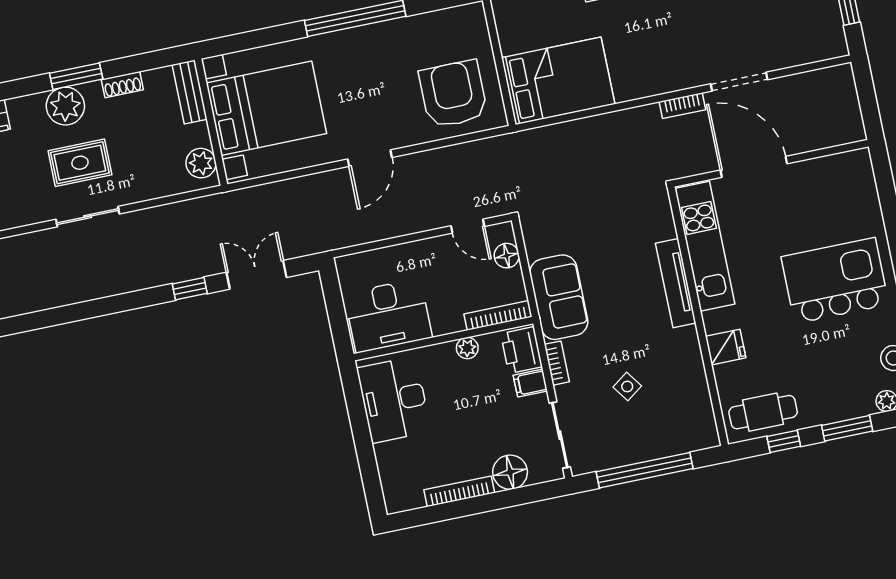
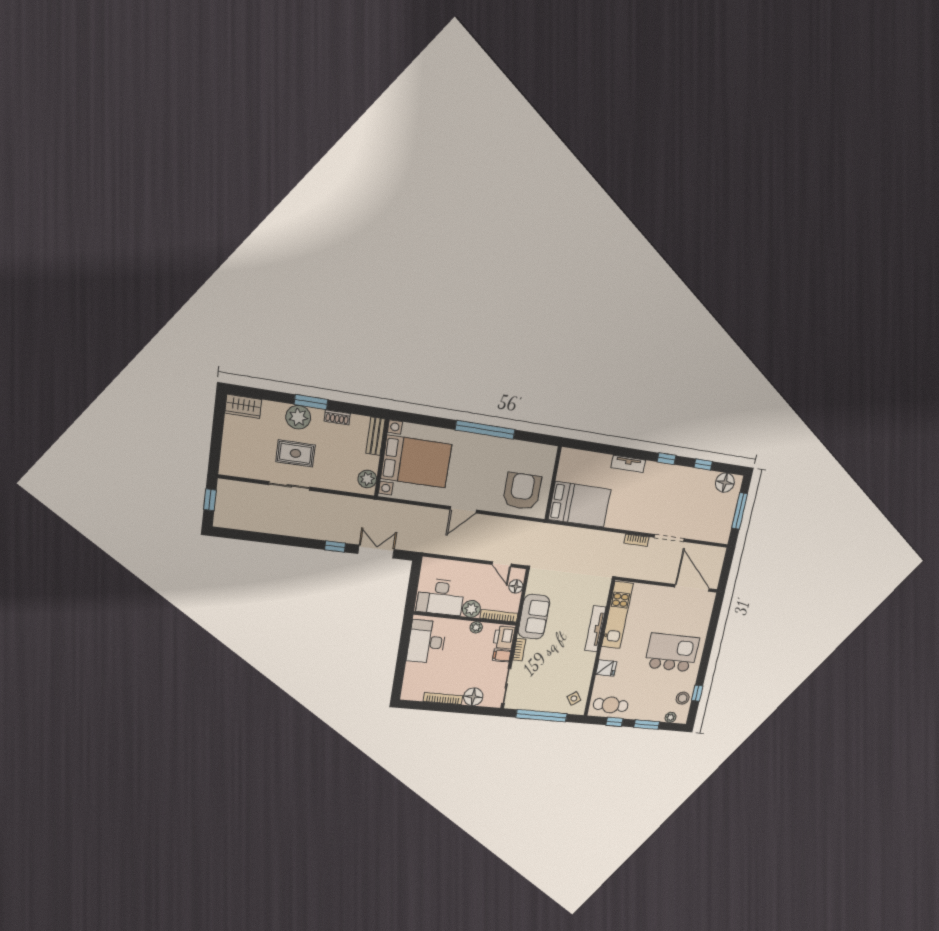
door: (754, 167) -> (692, 588), moved
plant: (447, 319) -> (471, 609), added
side table: (627, 386) -> (574, 698), moved

